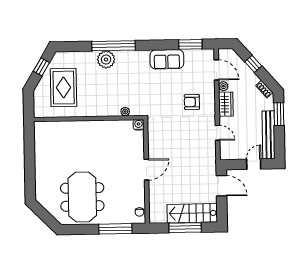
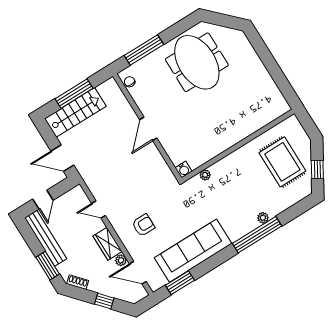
plant: (106, 59) -> (263, 218), width x0.53, depth x0.53
sofa: (167, 59) -> (193, 251), width x1.85, depth x1.27

